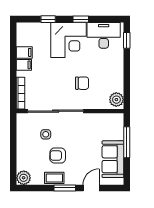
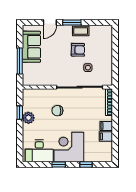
window: (127, 40) -> (20, 113), moved
plant: (116, 100) -> (28, 118), moved
plant: (24, 178) -> (107, 31), removed

